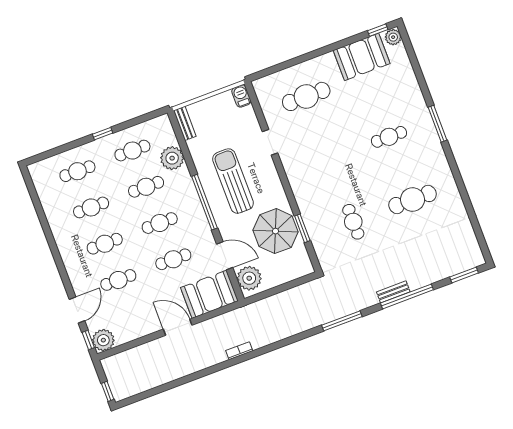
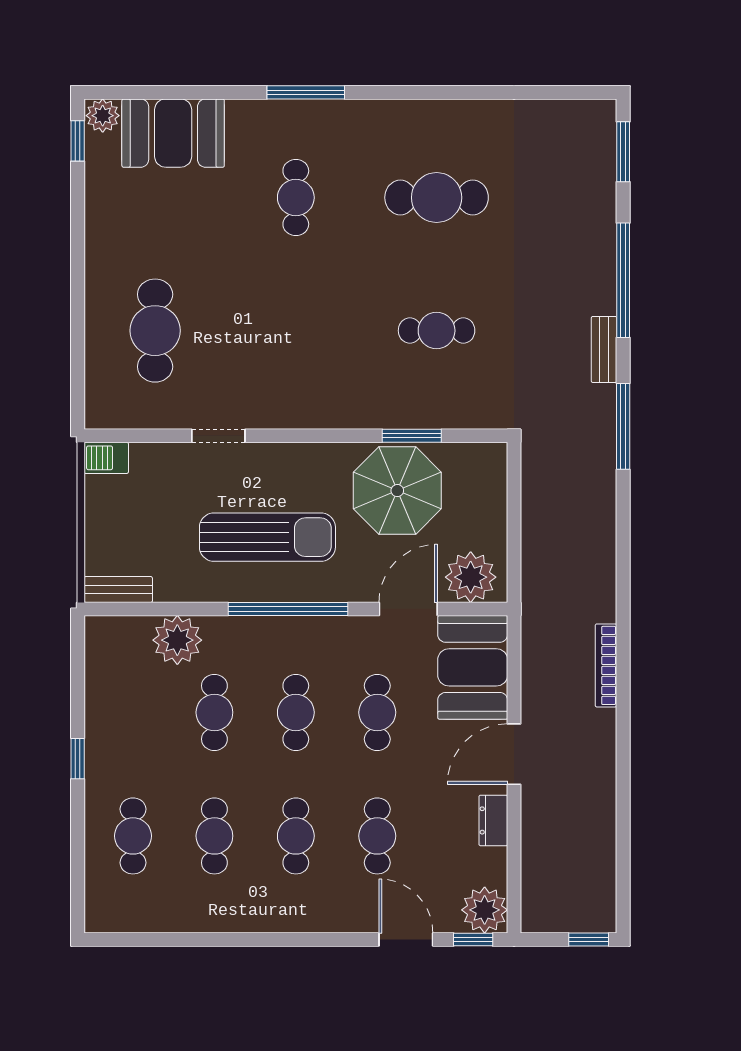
booth: (362, 57) -> (173, 133), moved, turned 90
cafe table: (132, 151) -> (133, 712), removed
sun lounger: (233, 181) -> (267, 537), turned 180
cafe table: (413, 200) -> (437, 198), turned 90
bench: (393, 292) -> (604, 349), moved
dresser: (145, 329) -> (493, 820), added
bookcase: (239, 351) -> (606, 665), width x1.56

